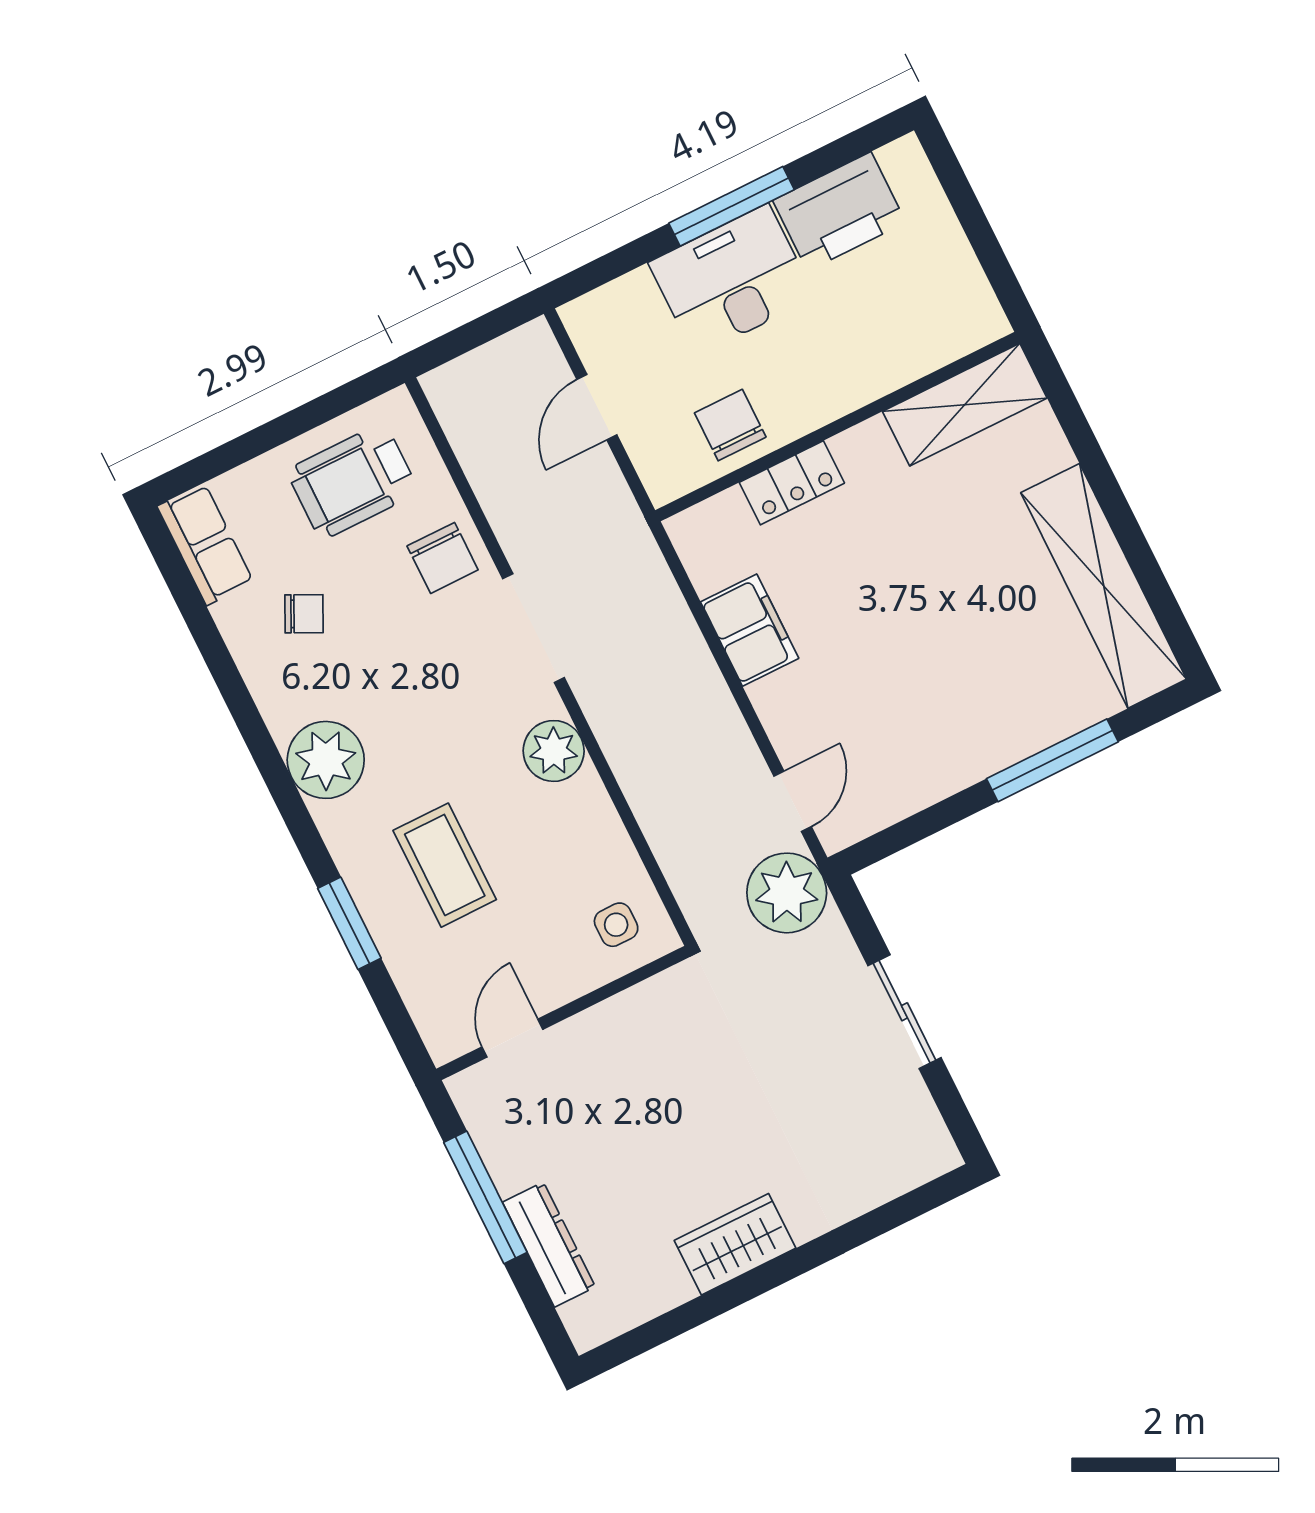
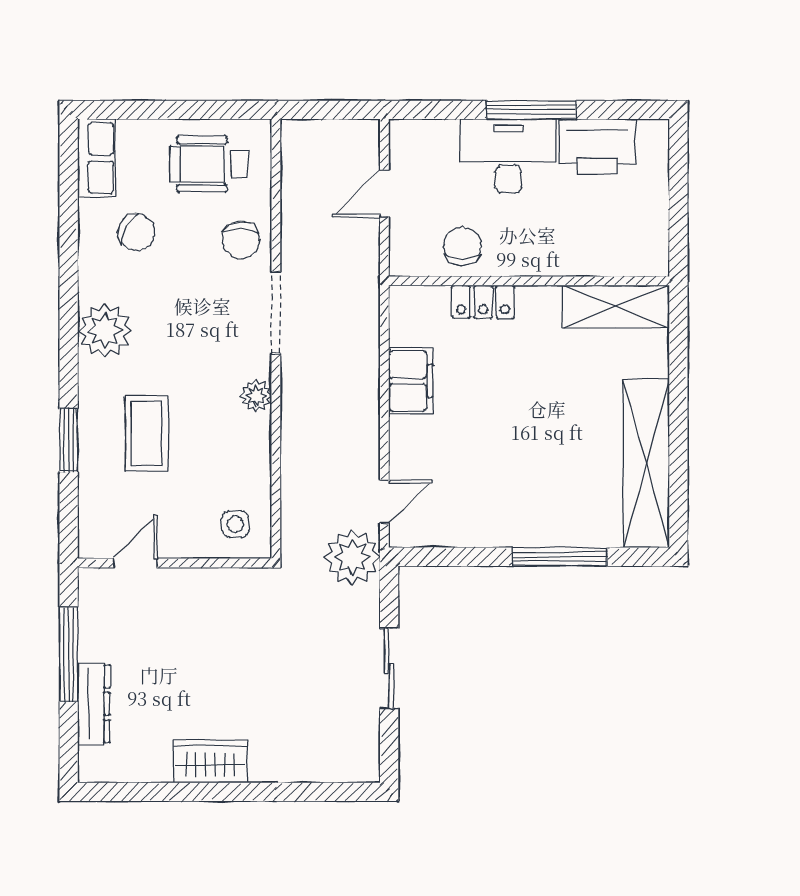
chair: (304, 614) -> (137, 232), width x1.37, depth x1.37
plant: (554, 751) -> (256, 396), width x0.73, depth x0.73

